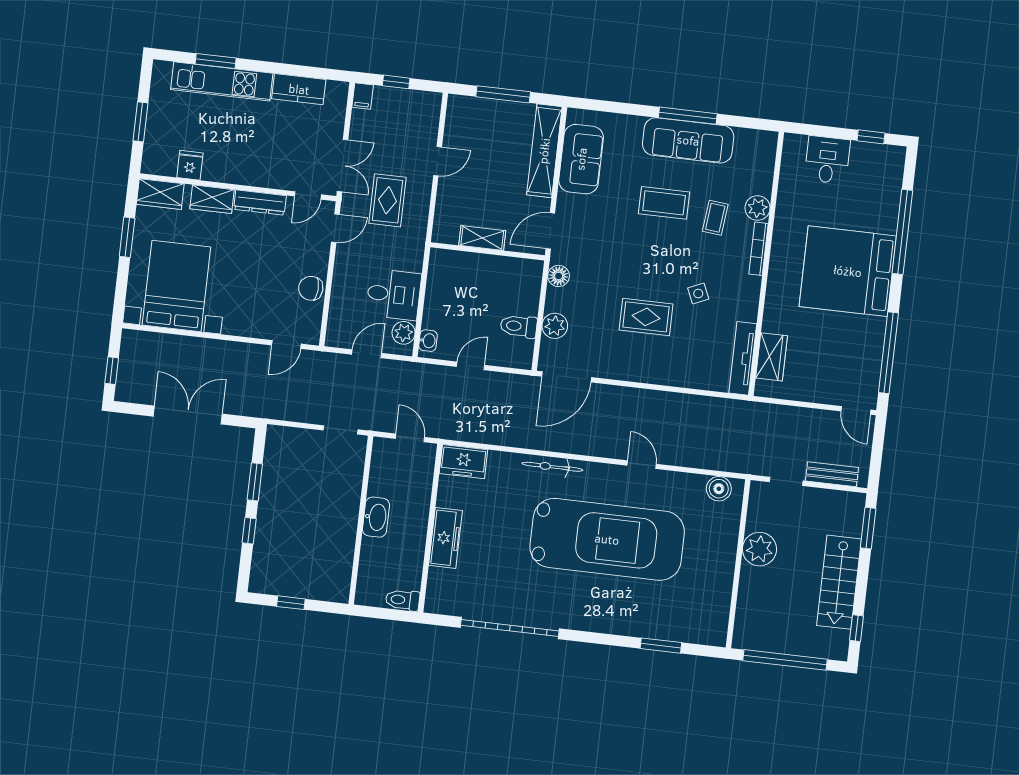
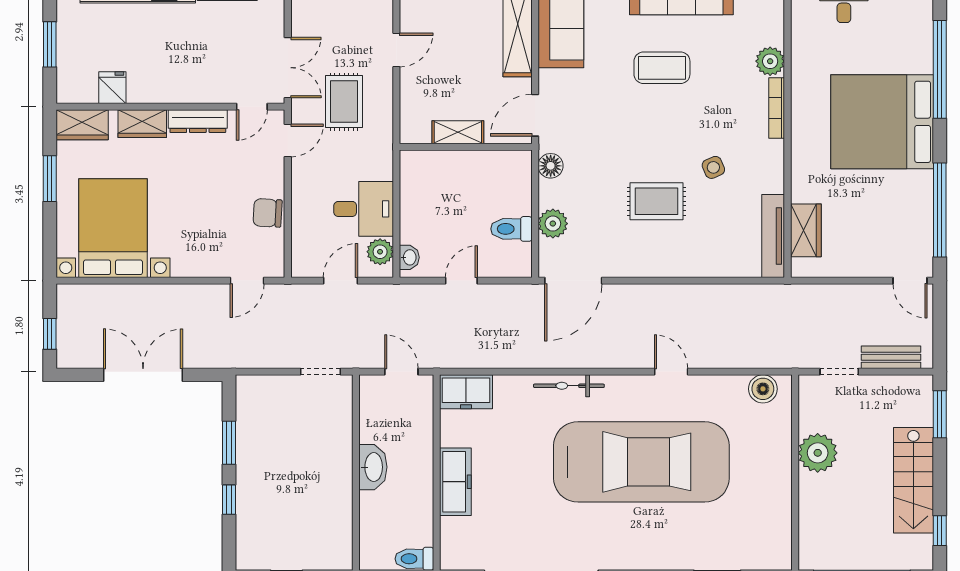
coffee table: (715, 218) -> (723, 78), removed

